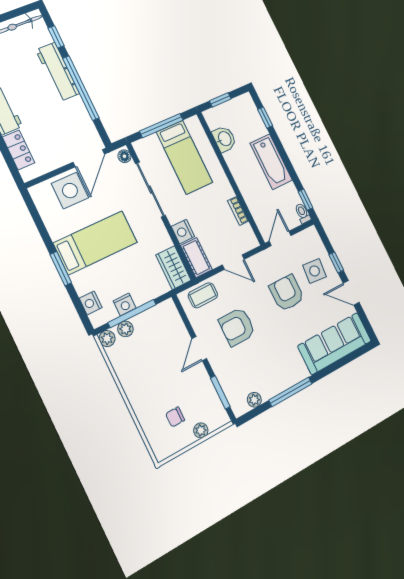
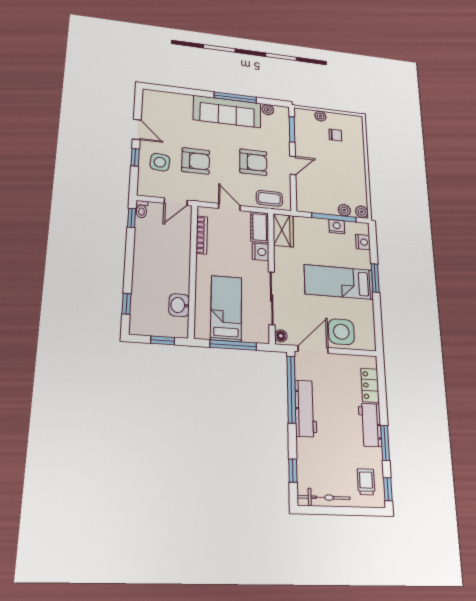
workbench: (58, 72) -> (306, 408), moved
window: (81, 88) -> (291, 389), moved
bathtub: (271, 162) -> (145, 264), removed
bookcase: (238, 211) -> (202, 235), width x1.56
armchair: (287, 293) -> (196, 161), turned -90
sofa: (335, 343) -> (227, 112), moved

